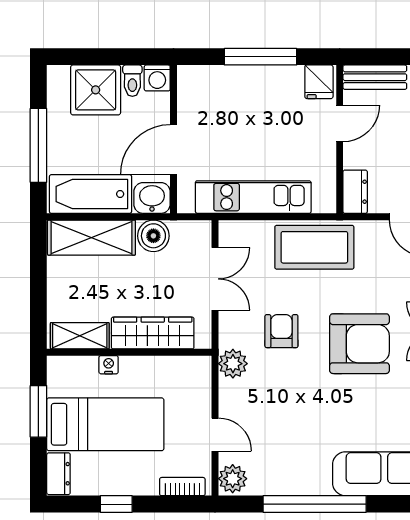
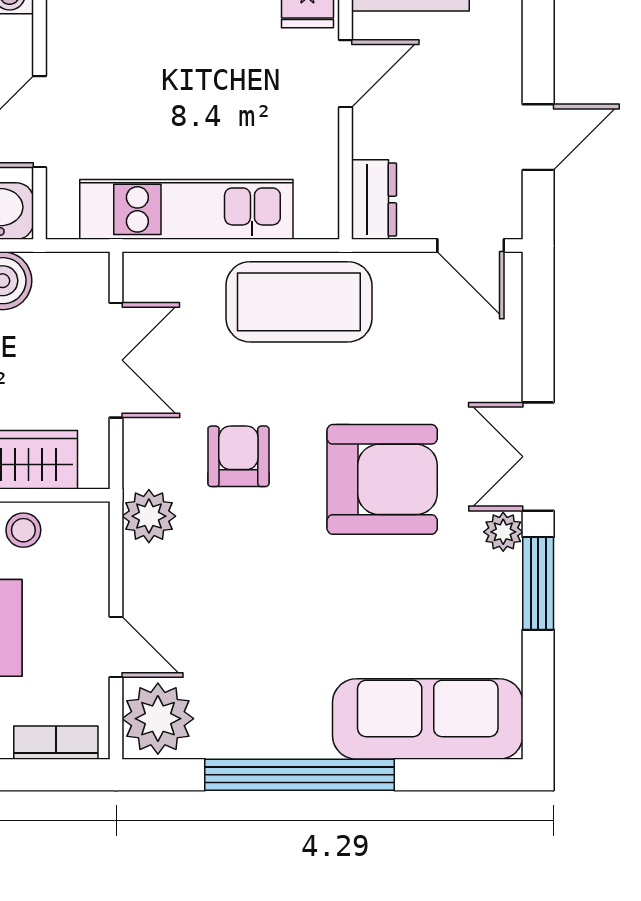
stool: (165, 371) -> (23, 530), added
plant: (233, 479) -> (158, 719), width x1.36, depth x1.36

